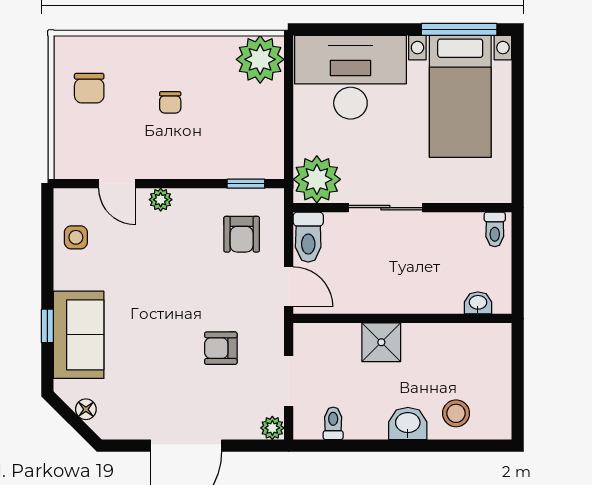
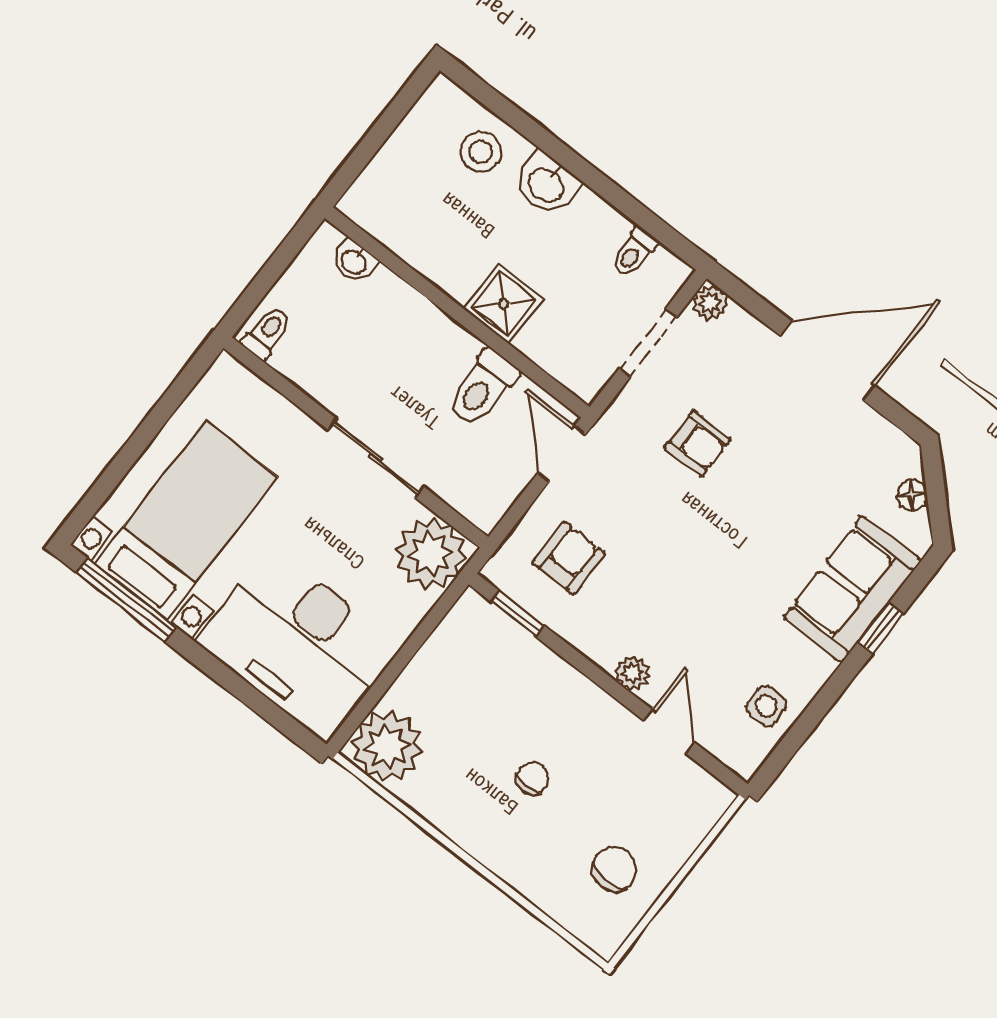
toilet: (308, 237) -> (482, 388), moved, turned 180

